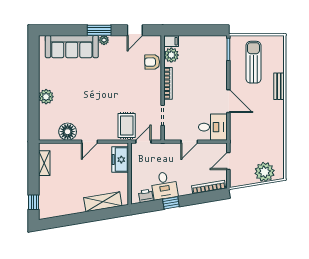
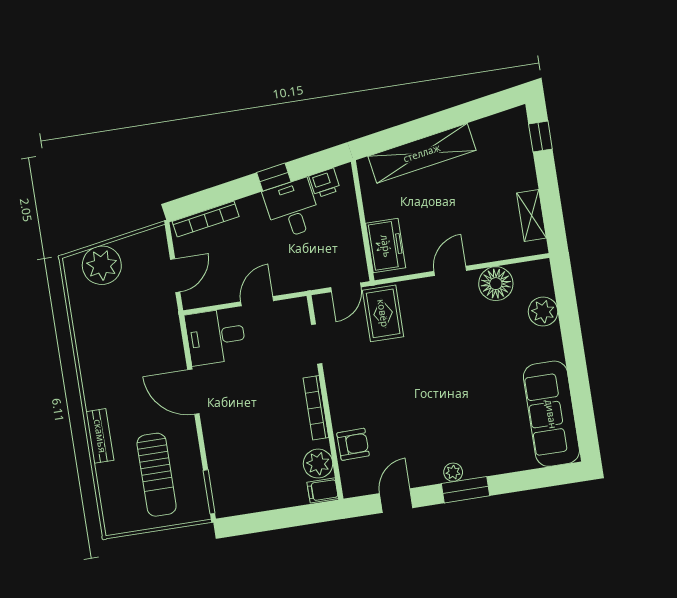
sofa: (72, 47) -> (551, 414), moved, turned -90
plant: (46, 97) -> (543, 312), moved
shelving: (103, 202) -> (422, 153), width x1.47

